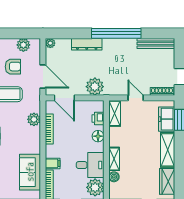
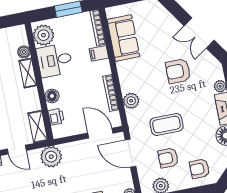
plant: (95, 87) -> (51, 157), moved

